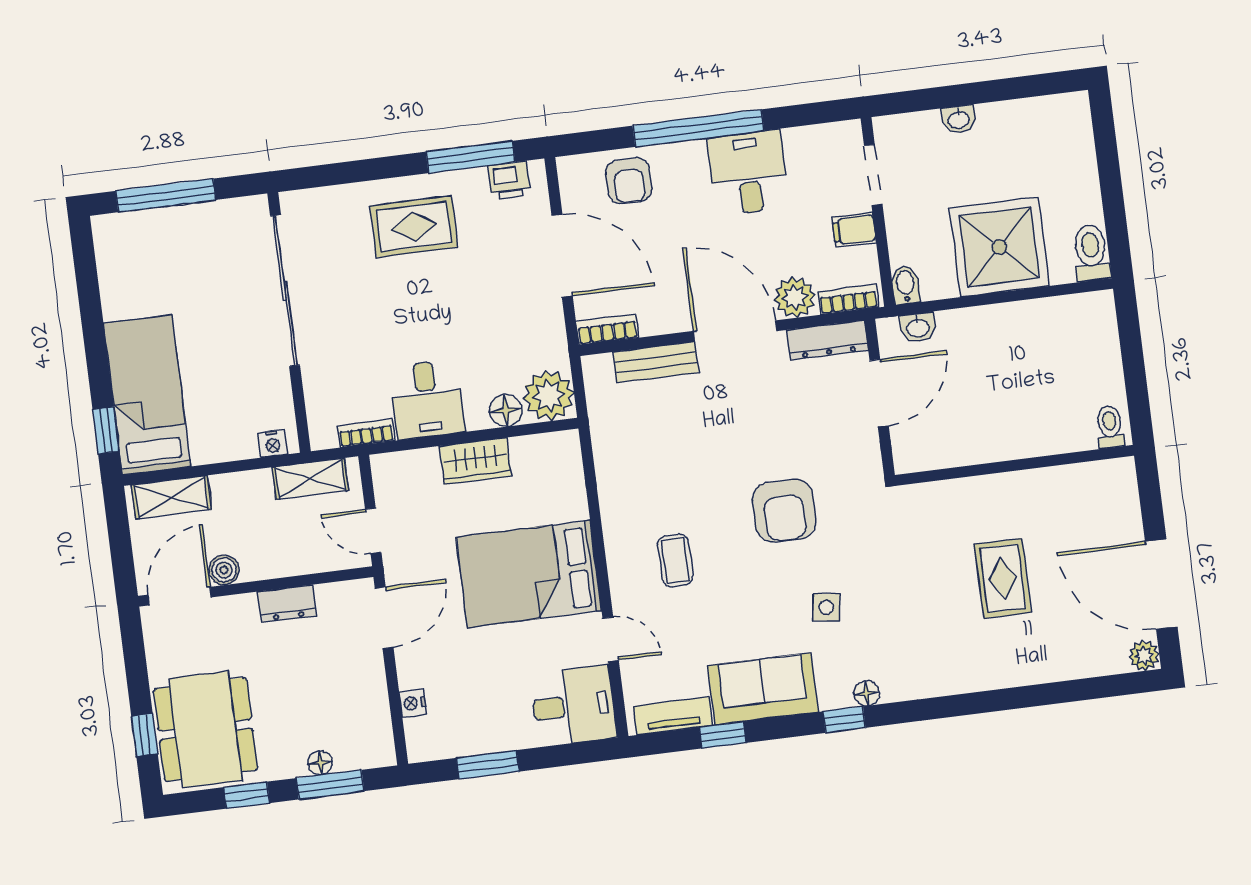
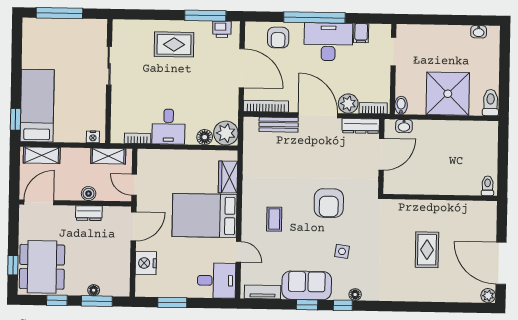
washbasin: (959, 119) -> (479, 32), moved
desk: (748, 173) -> (328, 42), width x1.37
filing cabinet: (854, 230) -> (361, 33), moved, turned -90
sliding door: (285, 290) -> (109, 66), width x0.54
bookcase: (607, 330) -> (266, 106), width x1.56
wardrobe: (475, 461) -> (228, 177), moved, turned 90
boiler: (224, 570) -> (89, 194), moved
nightstand: (413, 703) -> (146, 263), width x1.89, depth x1.79
window: (723, 735) -> (307, 305), moved

